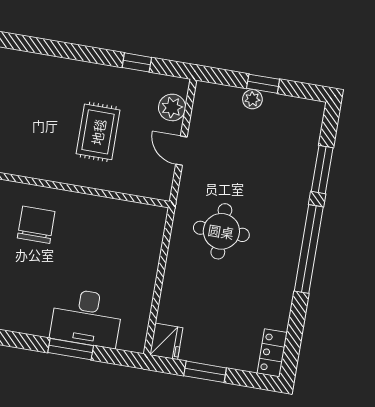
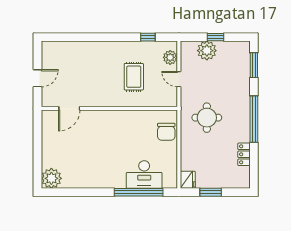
plant: (252, 99) -> (207, 51), width x1.88, depth x1.88
window: (322, 170) -> (254, 65), moved
chair: (36, 225) -> (166, 132), moved, turned 180
window: (71, 349) -> (139, 192), width x2.11
locker: (272, 353) -> (244, 154), moved

